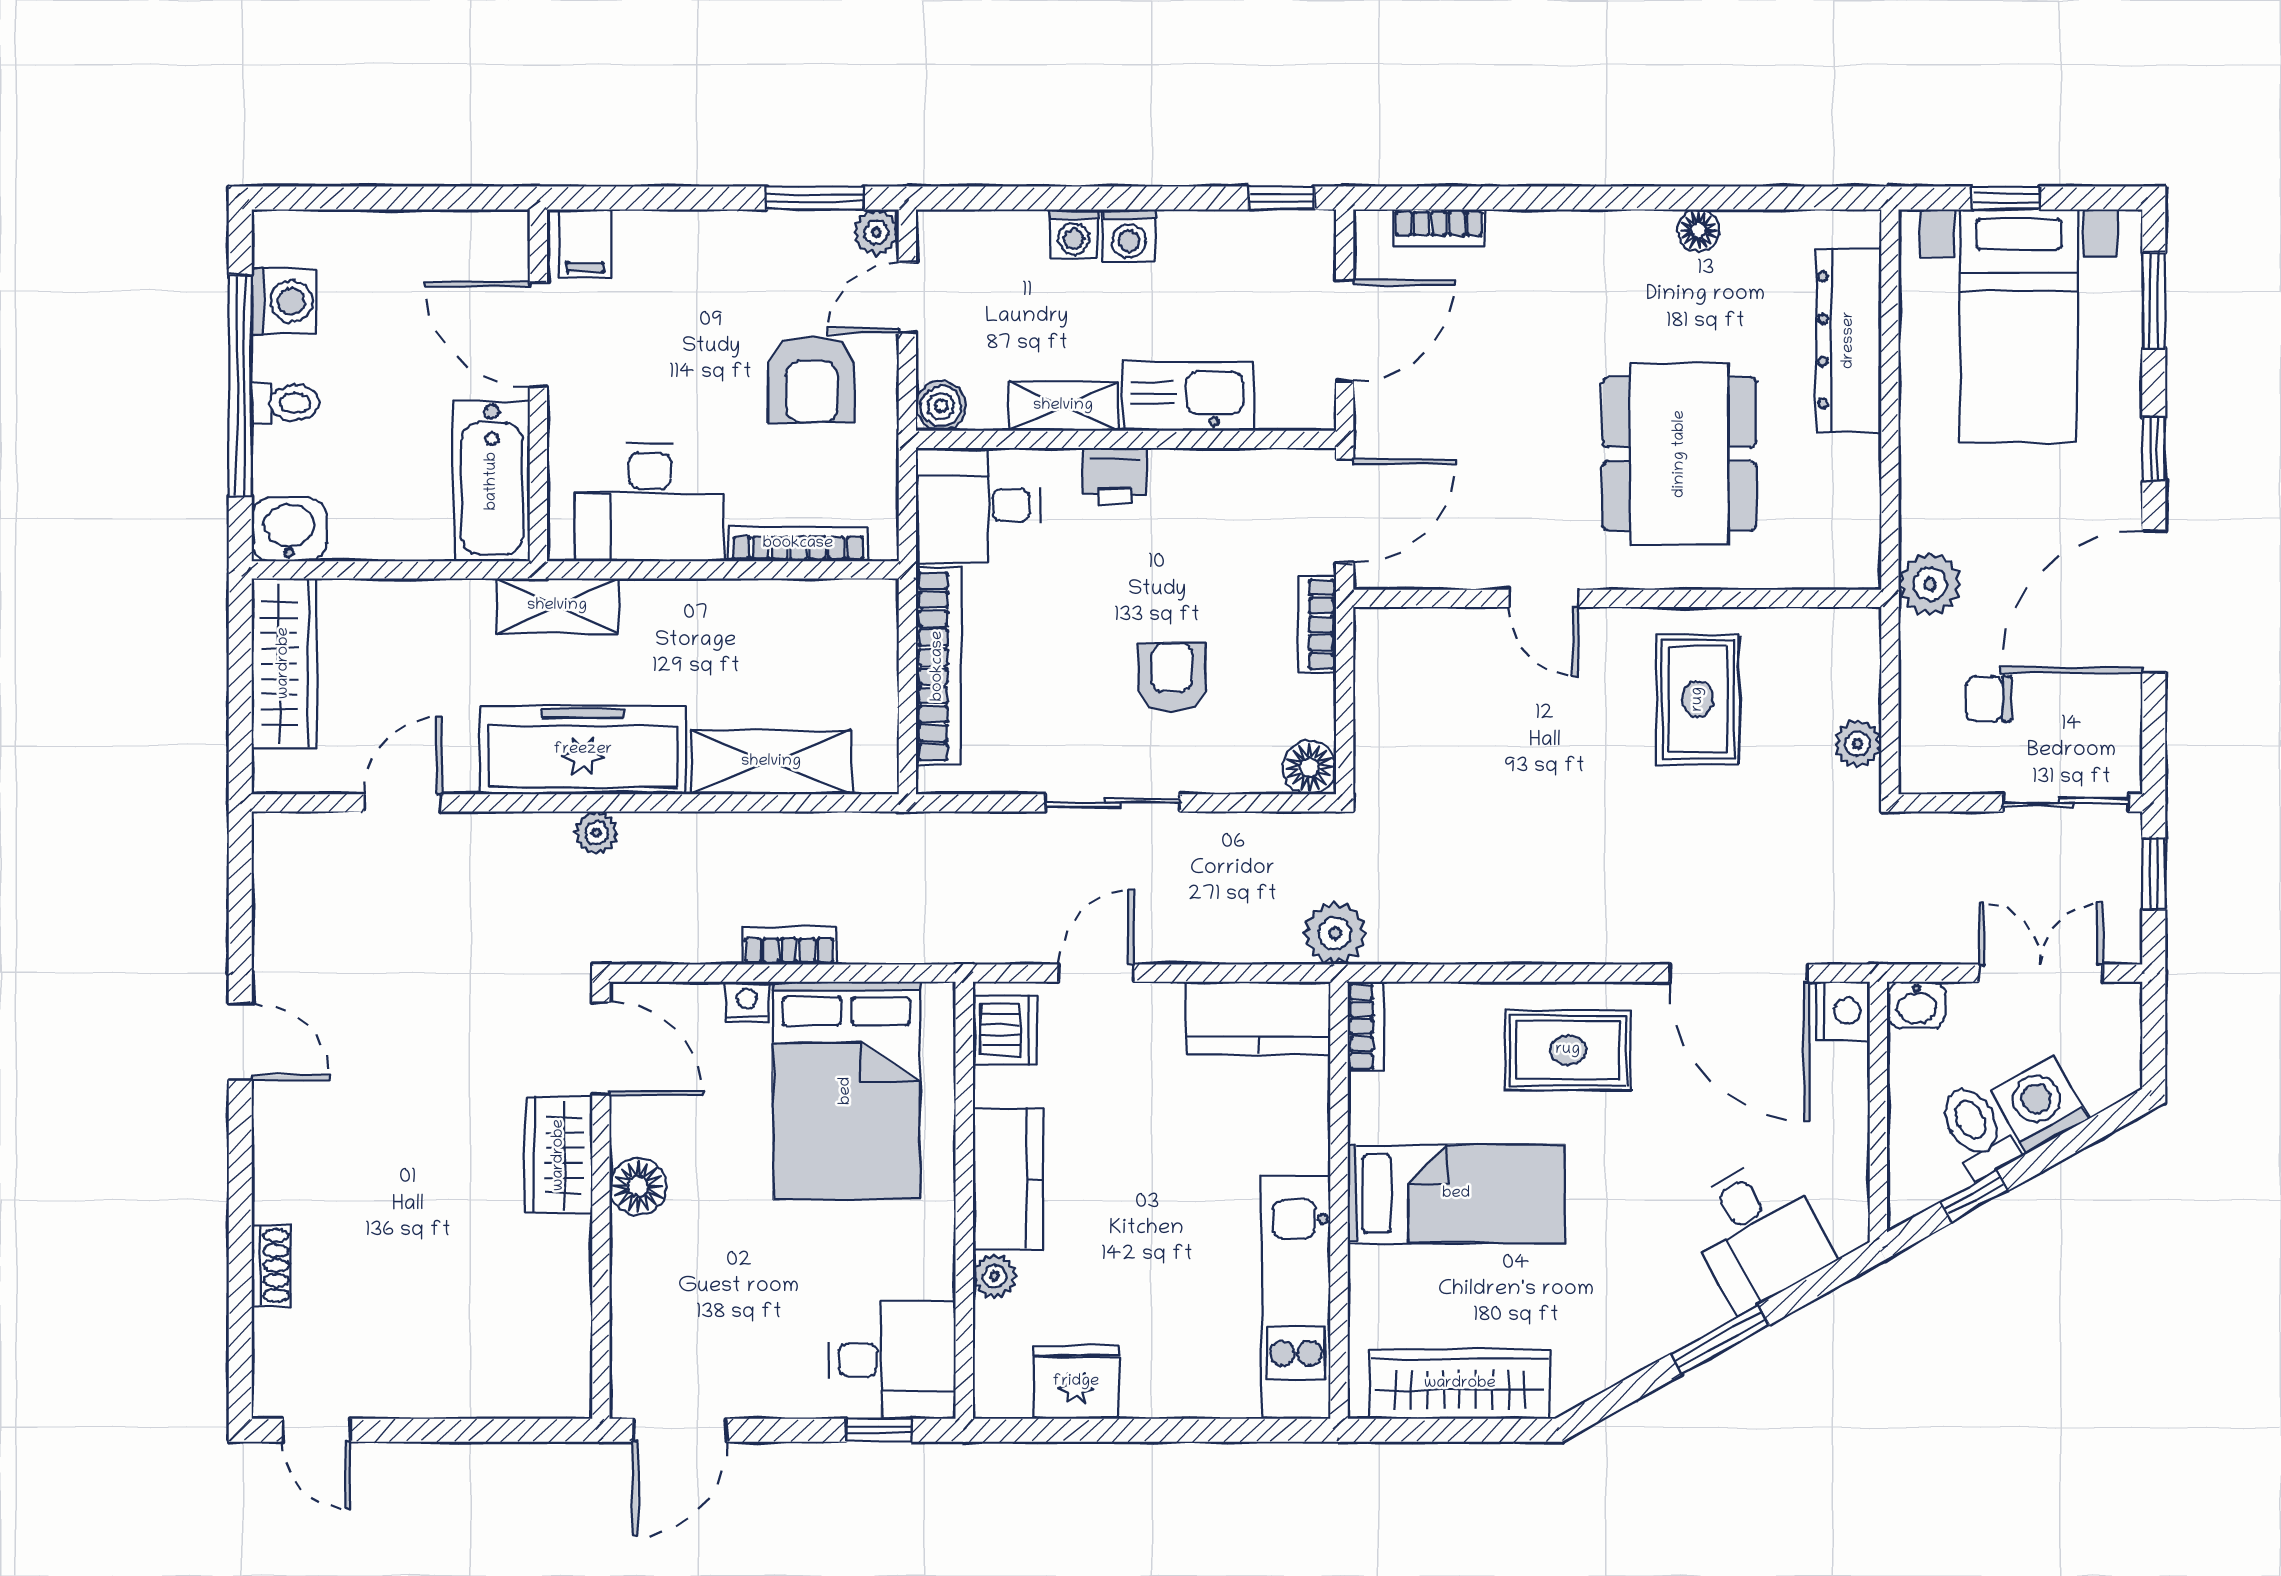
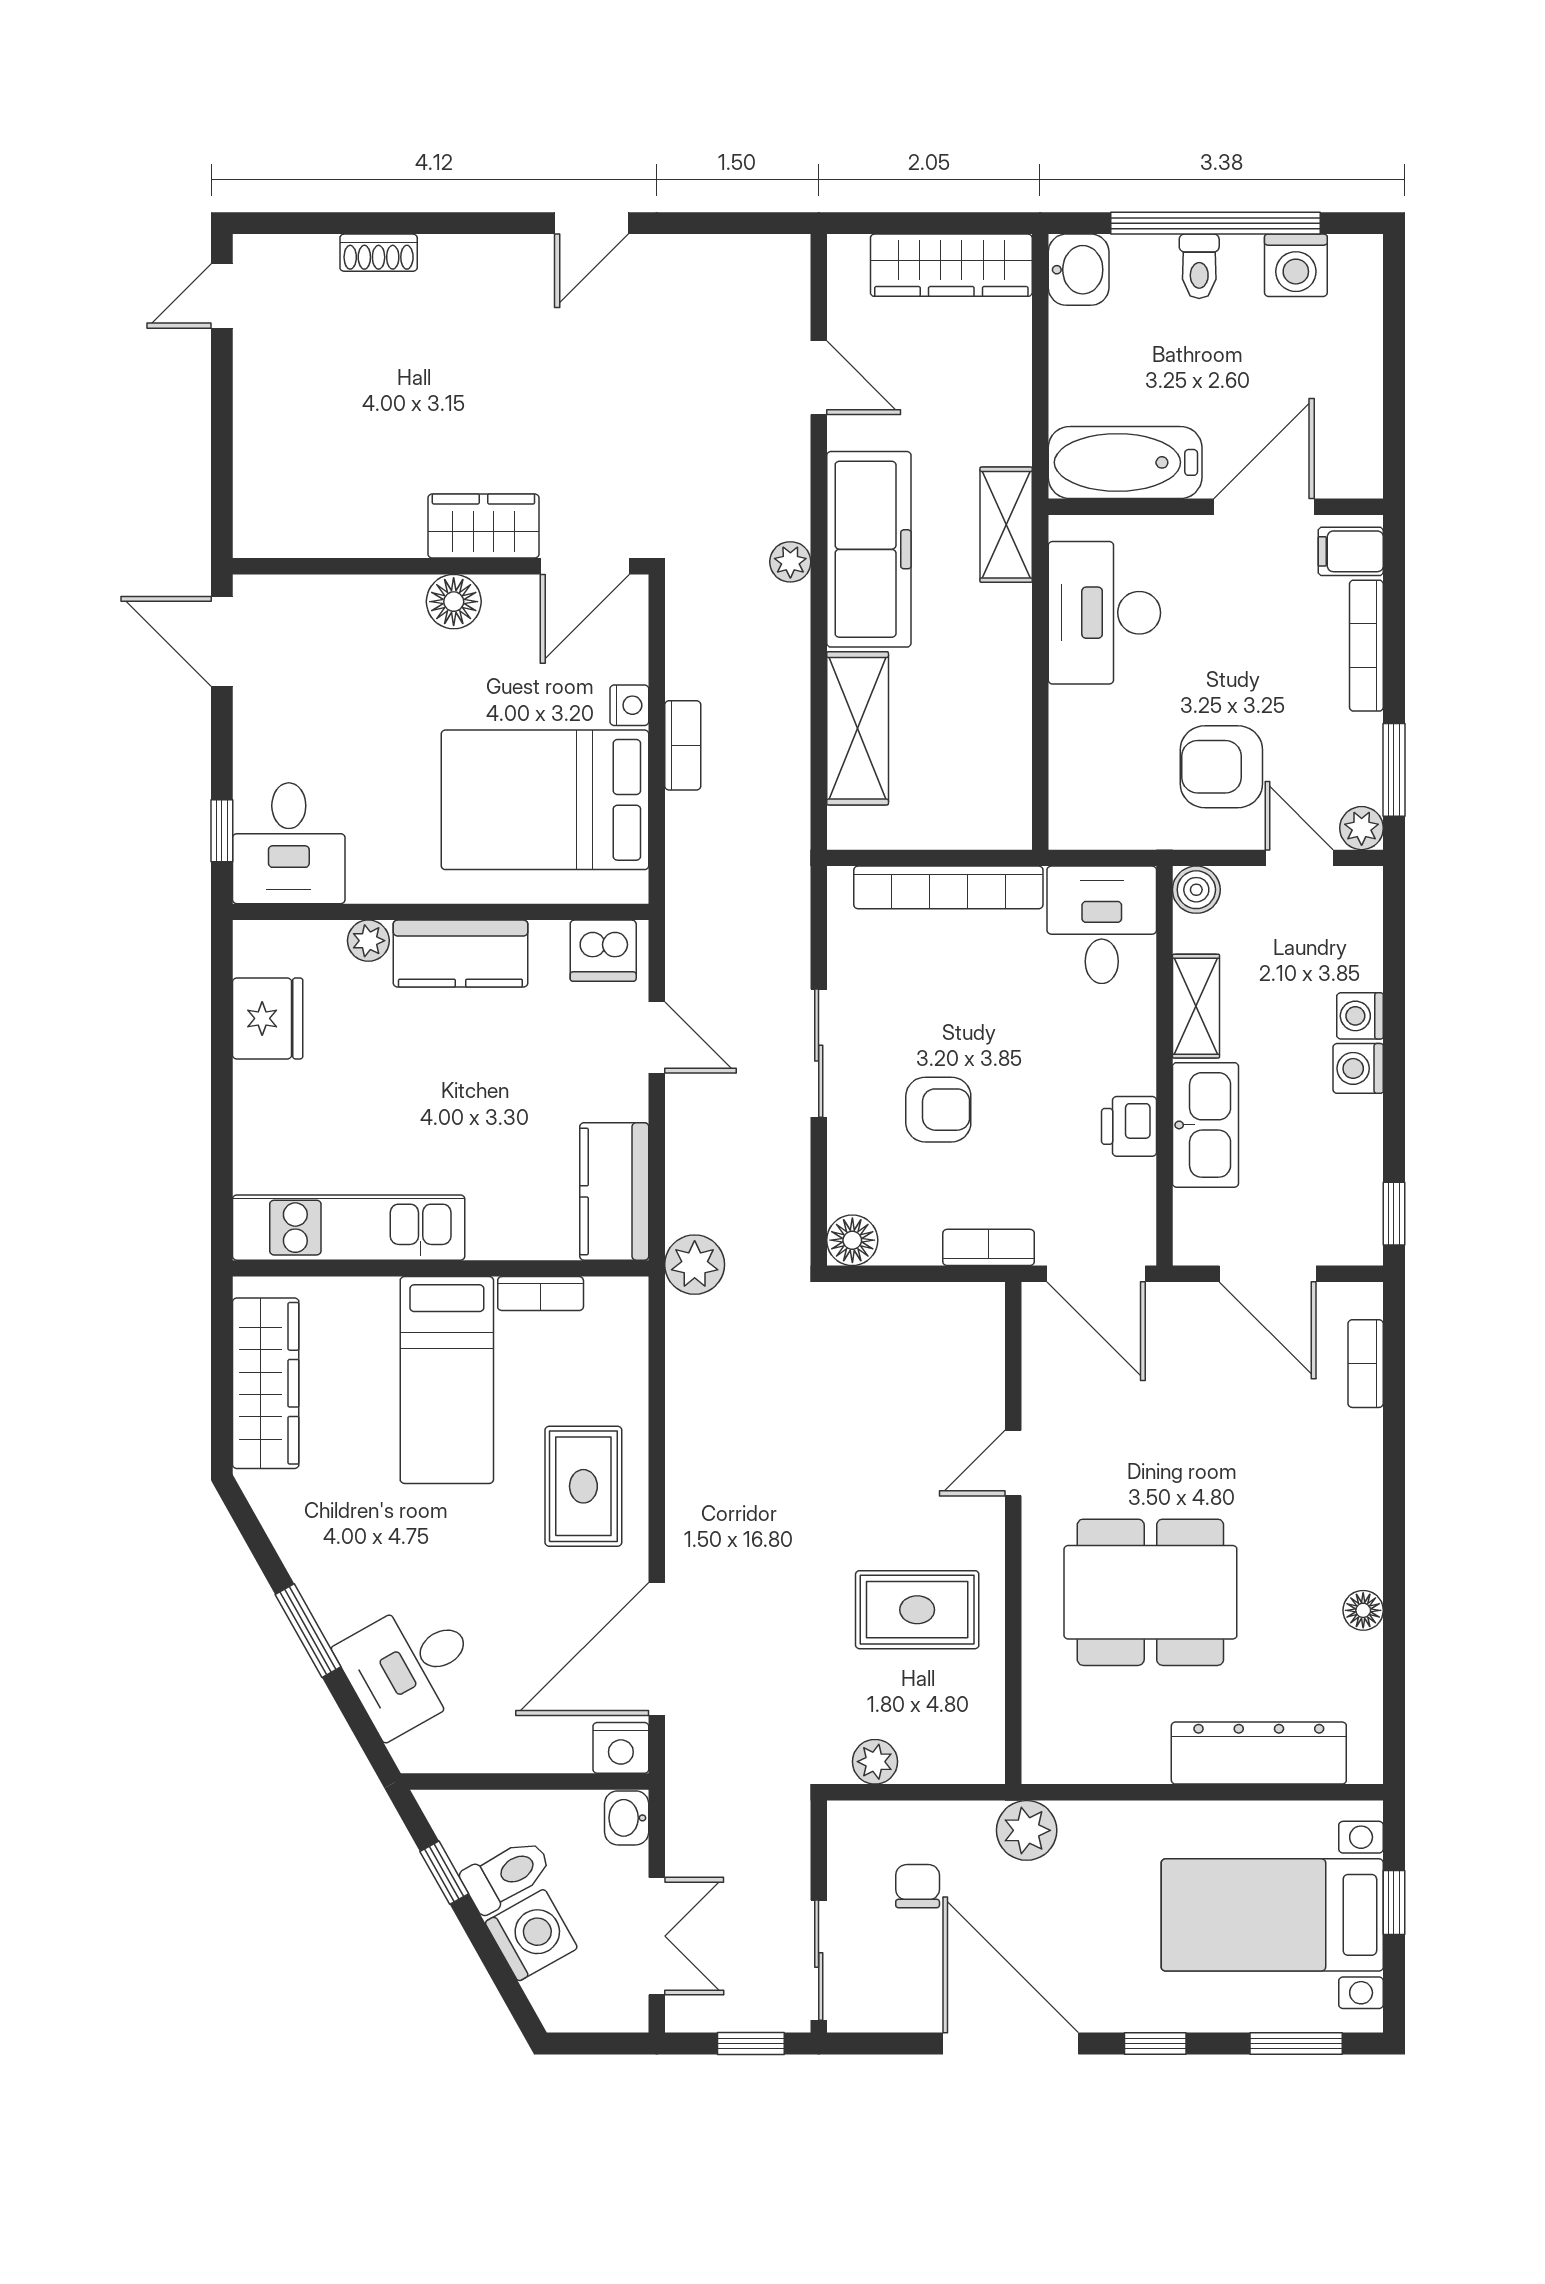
printer: (1115, 477) -> (1129, 1126), moved
bookcase: (798, 544) -> (1366, 646), moved, turned 180
bookcase: (1365, 1027) -> (541, 1294), moved

